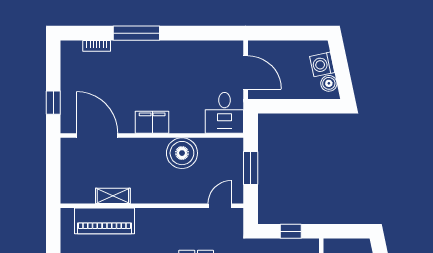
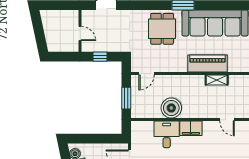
desk: (224, 113) -> (167, 134), moved
door: (97, 135) -> (227, 120), width x0.53
piano: (105, 221) -> (208, 64), moved

